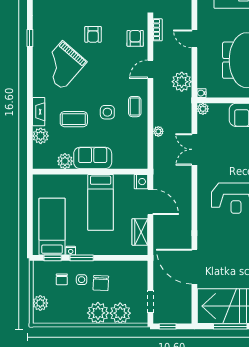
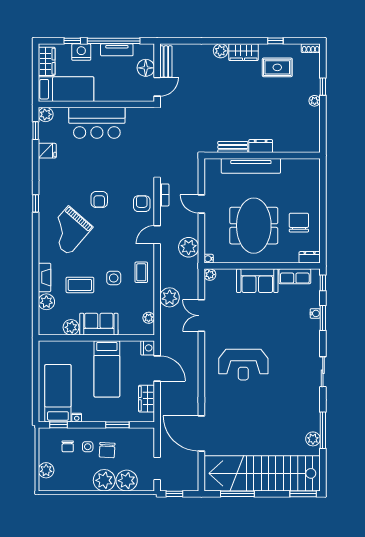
plant: (158, 131) -> (170, 297), width x1.88, depth x1.88
plant: (142, 152) -> (149, 318), added
window: (82, 258) -> (117, 425), moved

